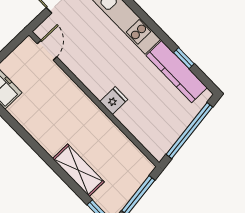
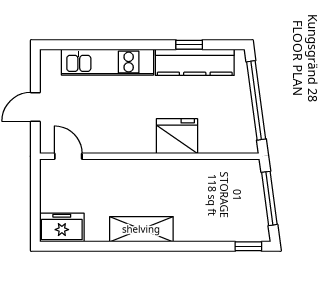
fridge: (114, 101) -> (177, 136), width x1.88, depth x1.34
shelving: (78, 170) -> (141, 229), moved

